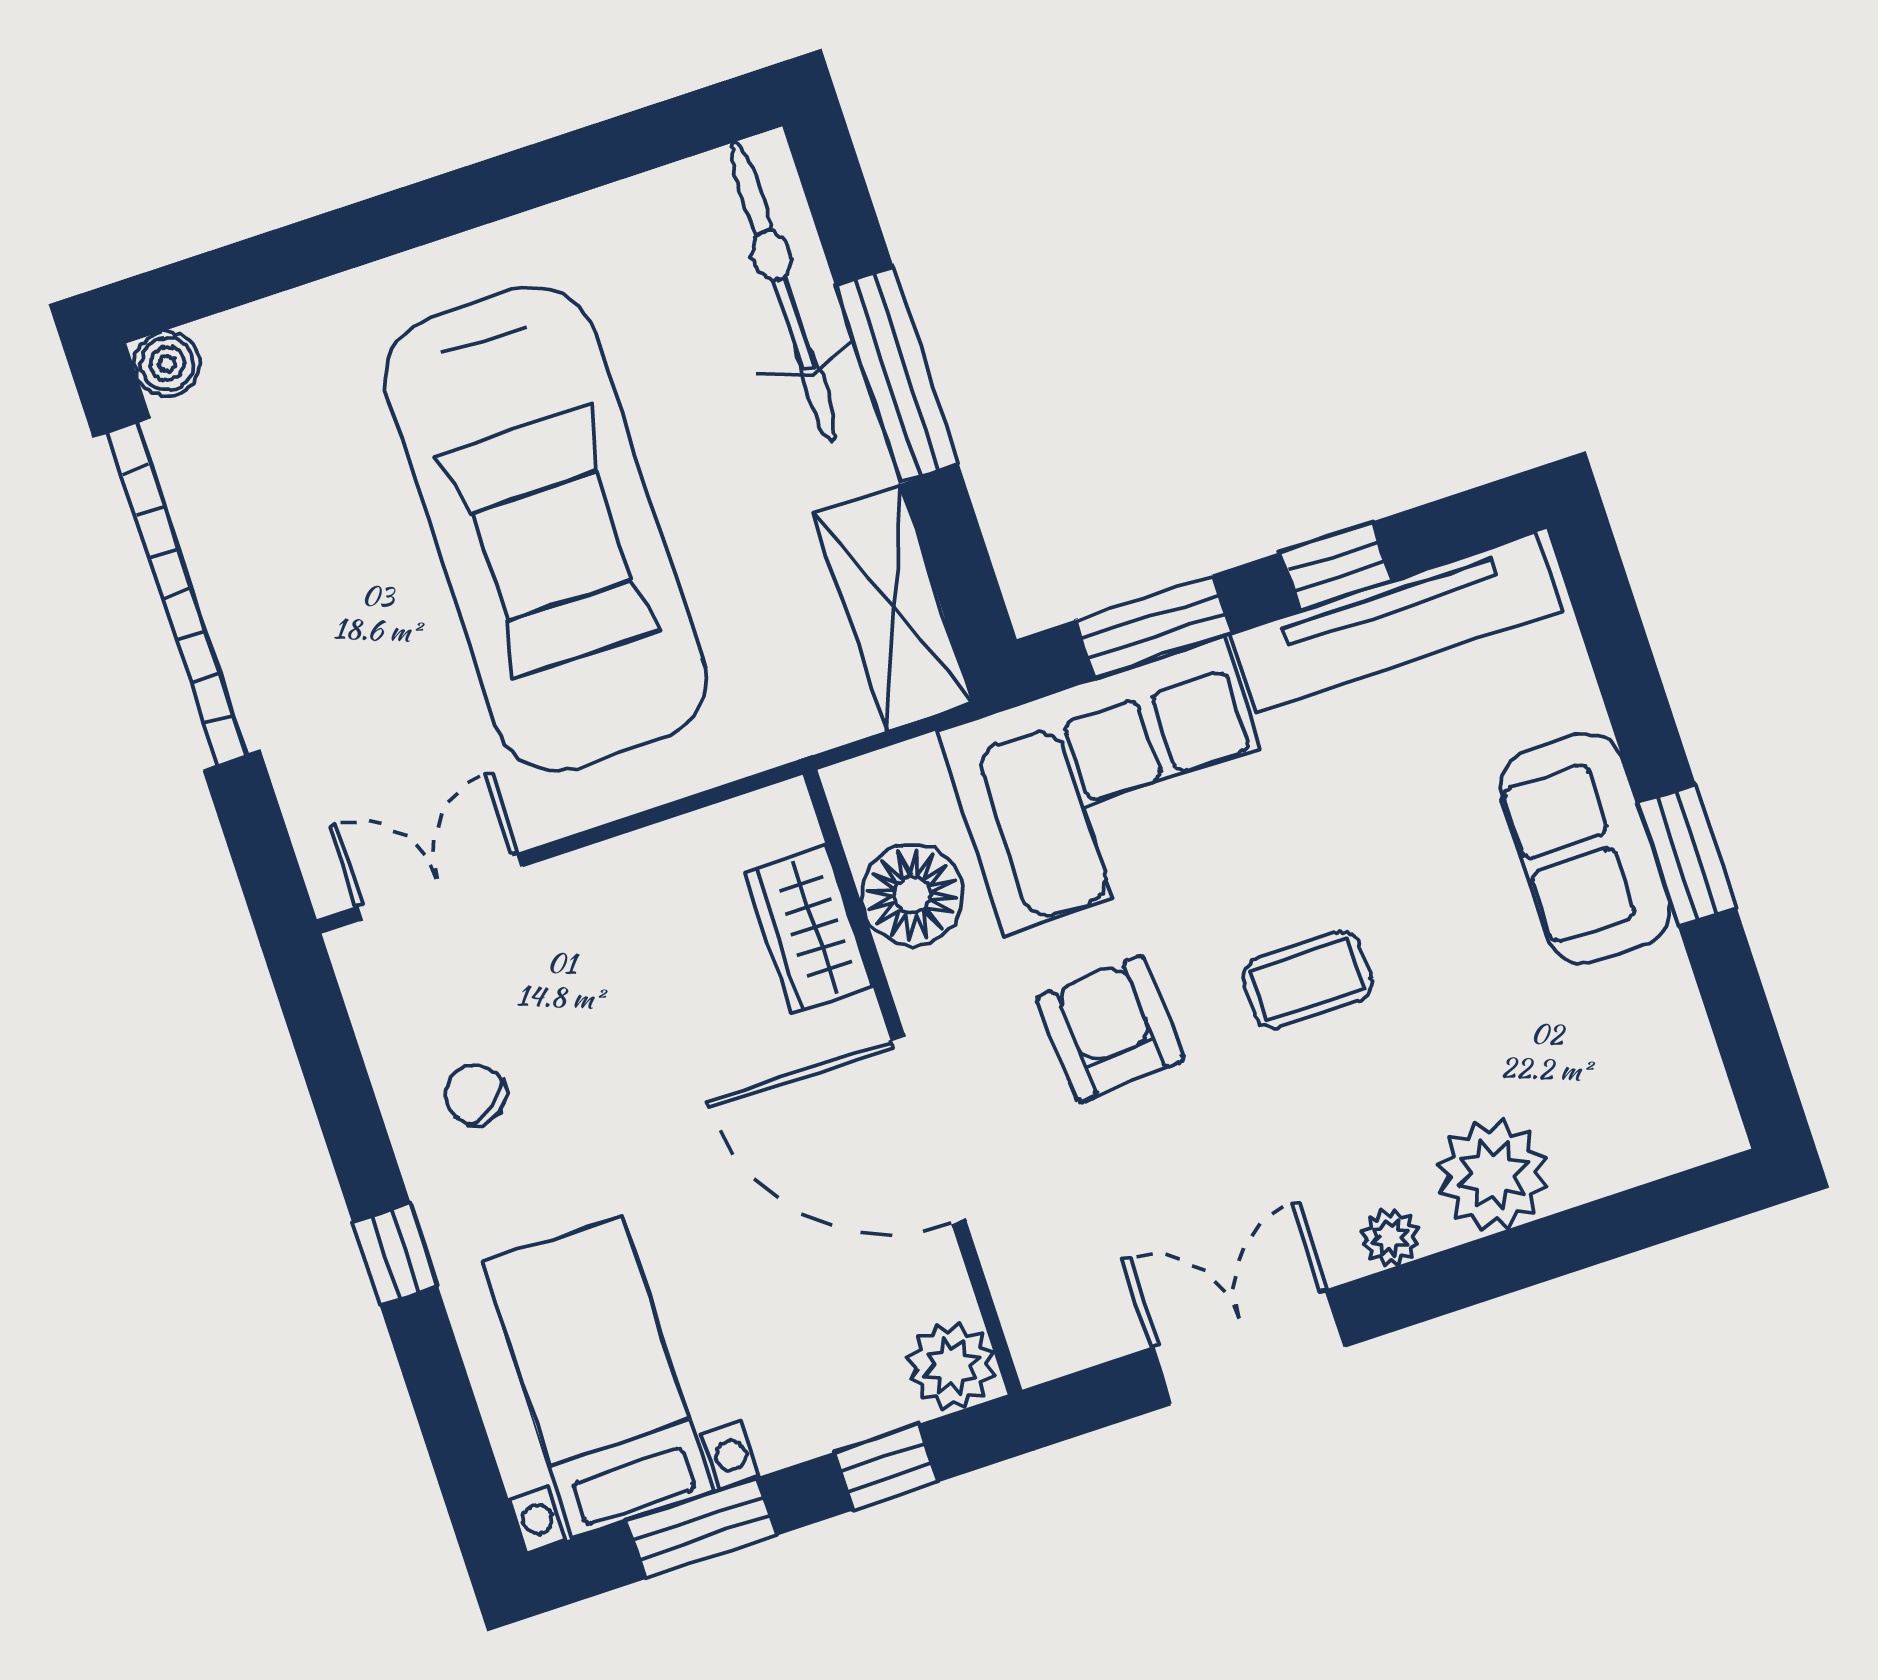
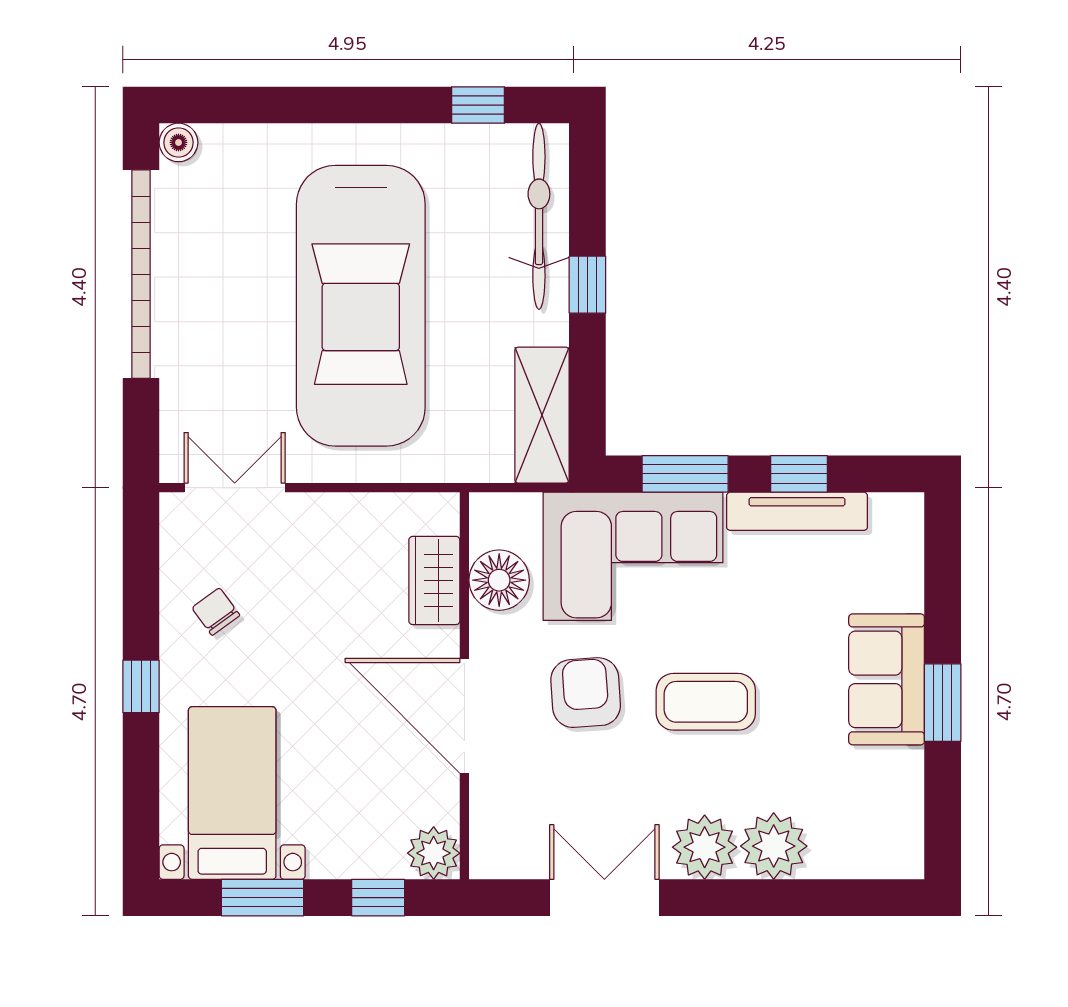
window: (627, 145) -> (478, 105), added
window: (897, 375) -> (587, 285), width x0.46
tv unit: (1396, 622) -> (797, 511), width x0.73, depth x0.78
coffee table: (1307, 980) -> (706, 702), width x1.36, depth x1.30
plant: (1390, 1237) -> (705, 847), width x1.87, depth x1.87

